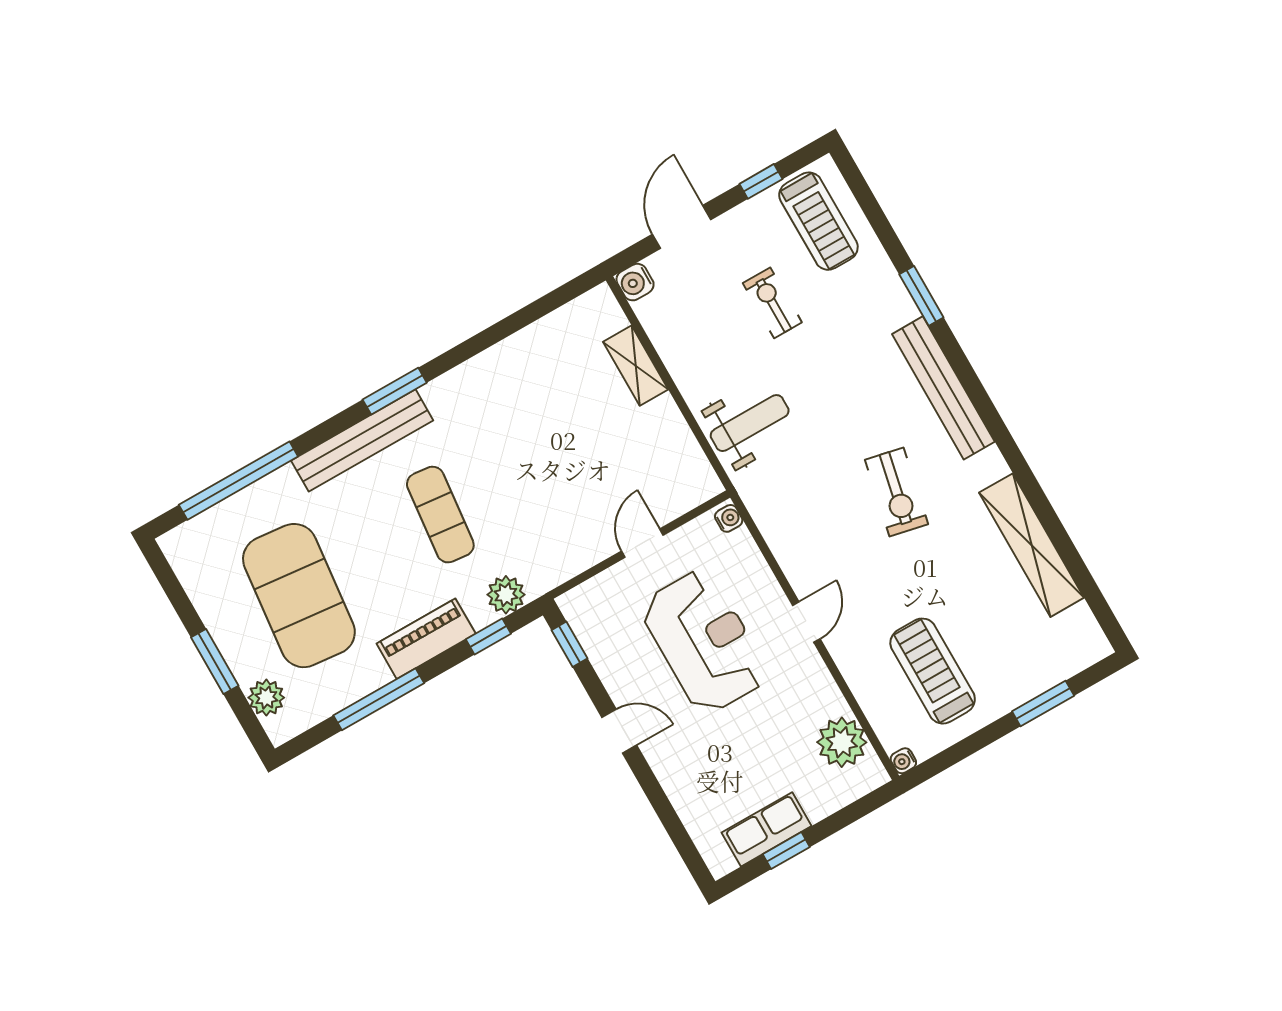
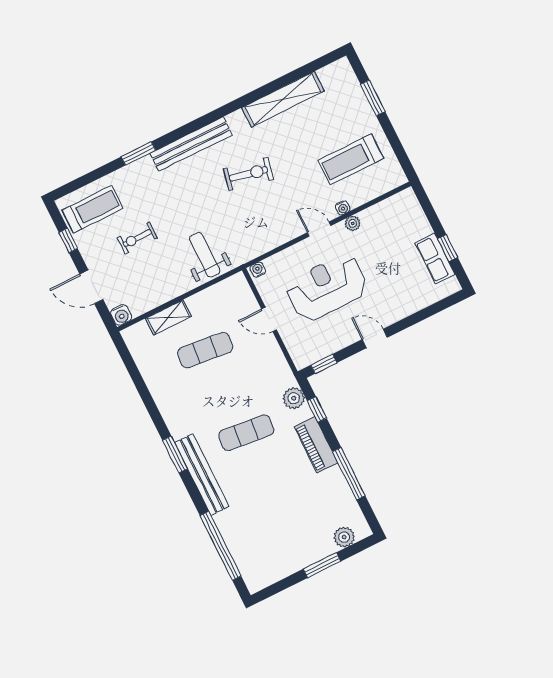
exercise mat: (299, 596) -> (205, 350), moved, width x0.50, depth x0.69
door: (619, 731) -> (375, 339), hinge flipped
plant: (842, 742) -> (353, 223), moved, width x0.53, depth x0.53
water cooler: (903, 761) -> (343, 208), moved

